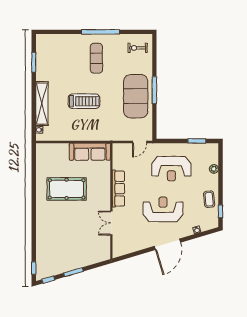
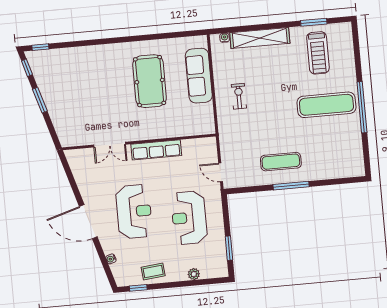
exercise bike: (138, 48) -> (239, 96), moved
exercise mat: (96, 58) -> (326, 105), width x1.36, depth x1.45
exercise mat: (136, 96) -> (281, 162), width x0.50, depth x0.69
treadmill: (84, 101) -> (318, 53), moved
sofa: (90, 152) -> (199, 76), moved
double door: (111, 223) -> (110, 145), swing flipped

